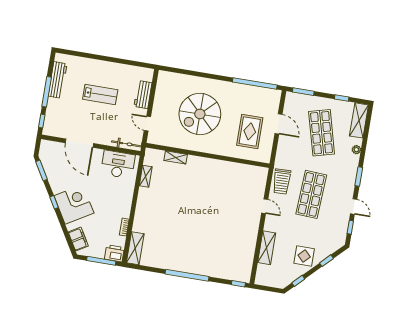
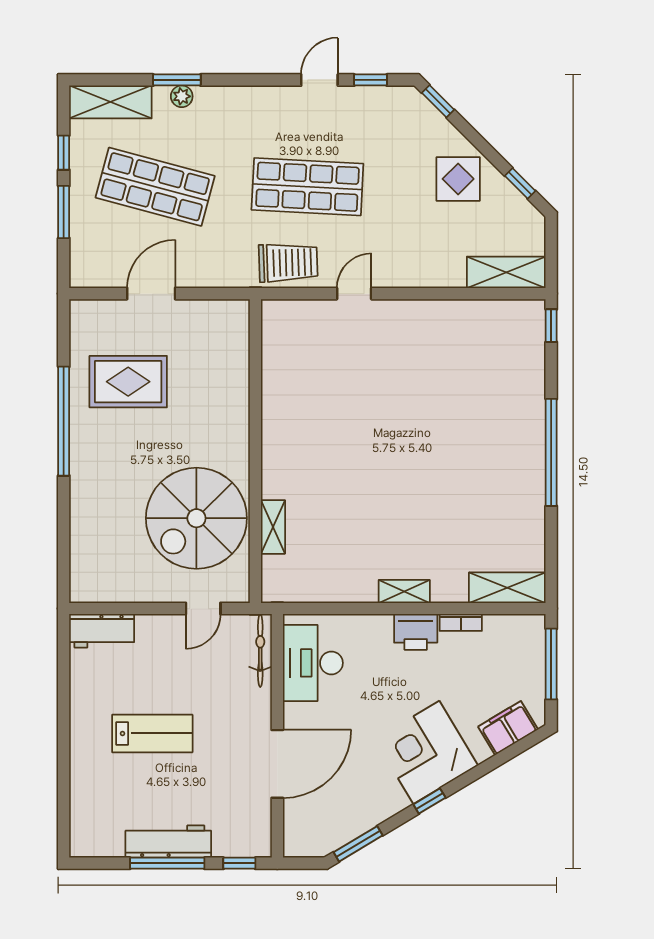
workbench: (58, 80) -> (168, 842), moved
window: (255, 83) -> (64, 421), moved
window: (303, 92) -> (64, 212), moved
lab bench: (100, 95) -> (152, 733), turned 90
workbench: (143, 95) -> (102, 631), moved
spiral stairs: (200, 114) -> (196, 518), moved, turned 90
rug: (250, 131) -> (128, 382), moved
shop shelf: (322, 133) -> (155, 187), turned 30
shelving: (146, 176) -> (404, 591), moved
window: (359, 176) -> (177, 80), moved
shelving: (267, 248) -> (506, 272), moved
printer: (114, 253) -> (416, 632), moved, turned -90
window: (326, 261) -> (438, 101), moved

